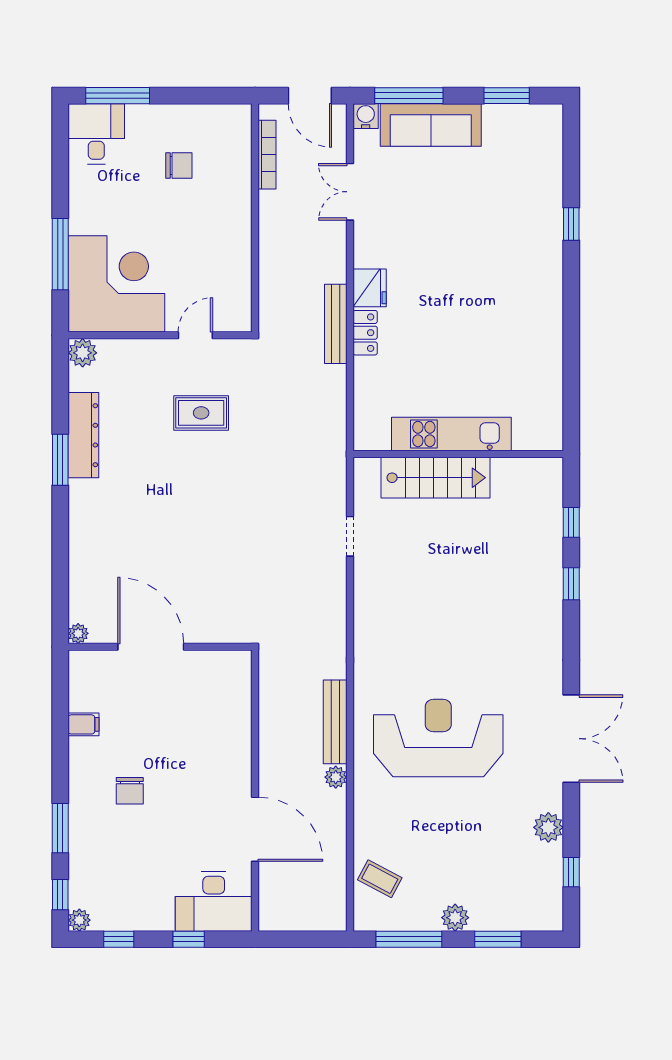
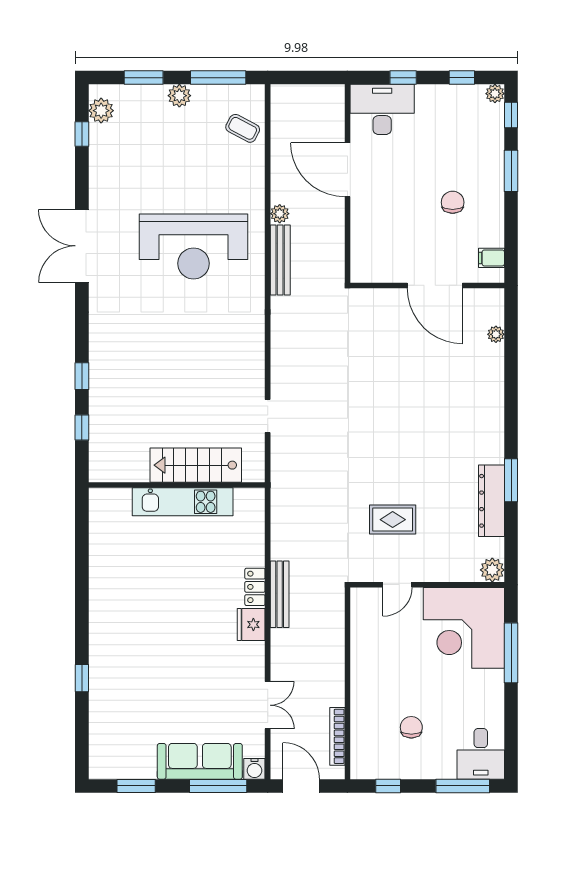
window: (207, 96) -> (388, 786), added
chair: (179, 166) -> (411, 727), turned 90
door: (151, 647) -> (435, 285), moved
wall: (160, 647) -> (427, 285), moved
plant: (548, 827) -> (101, 111), moved

